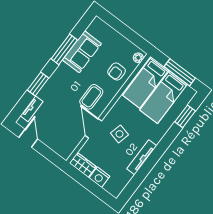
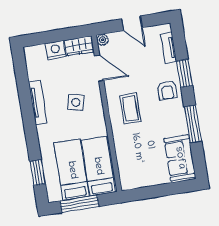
sofa: (82, 52) -> (180, 158), moved
plant: (138, 58) -> (103, 40), moved
armchair: (117, 71) -> (167, 90), moved, turned 180
door: (93, 128) -> (99, 68), moved
door: (28, 138) -> (132, 23), moved

